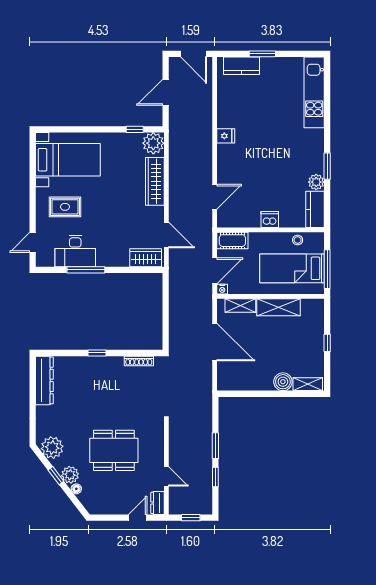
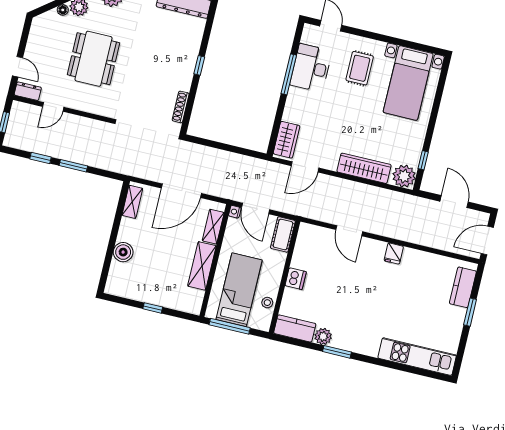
door: (215, 197) -> (349, 231), moved
shelving: (308, 384) -> (132, 202), moved

